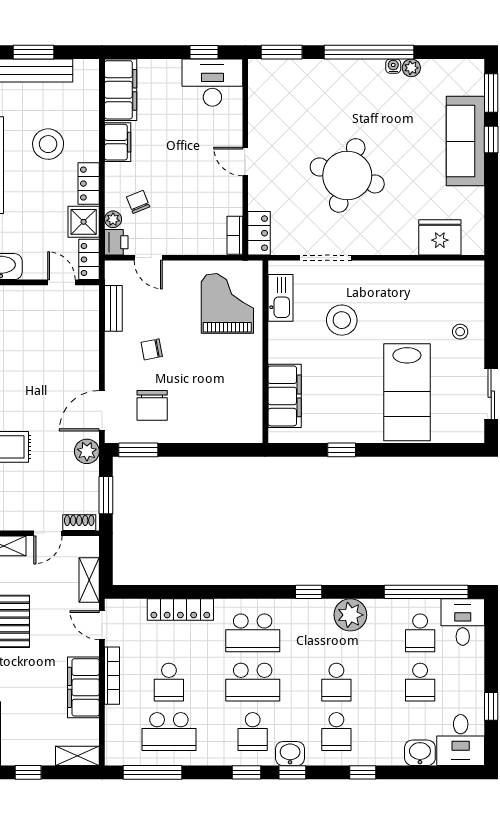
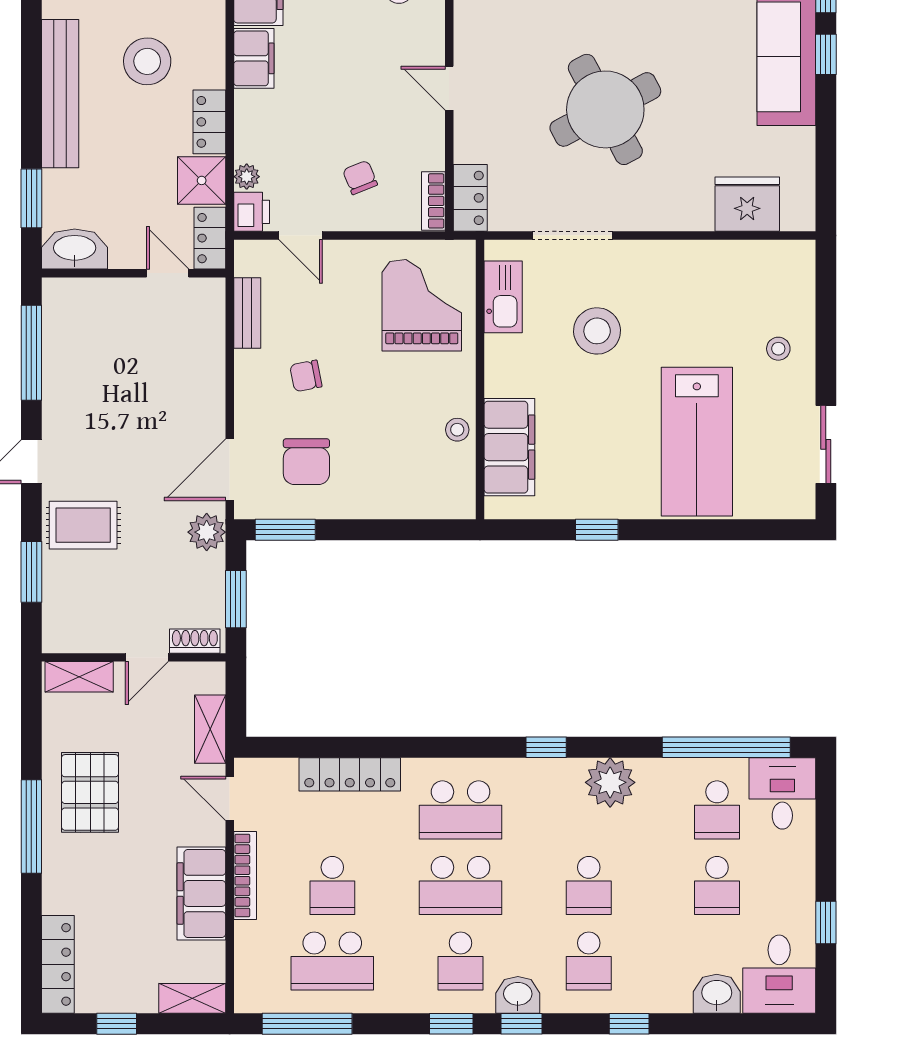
round table: (347, 175) -> (605, 109), turned 45
chair: (138, 202) -> (360, 177), moved
stool: (250, 385) -> (457, 430), added

